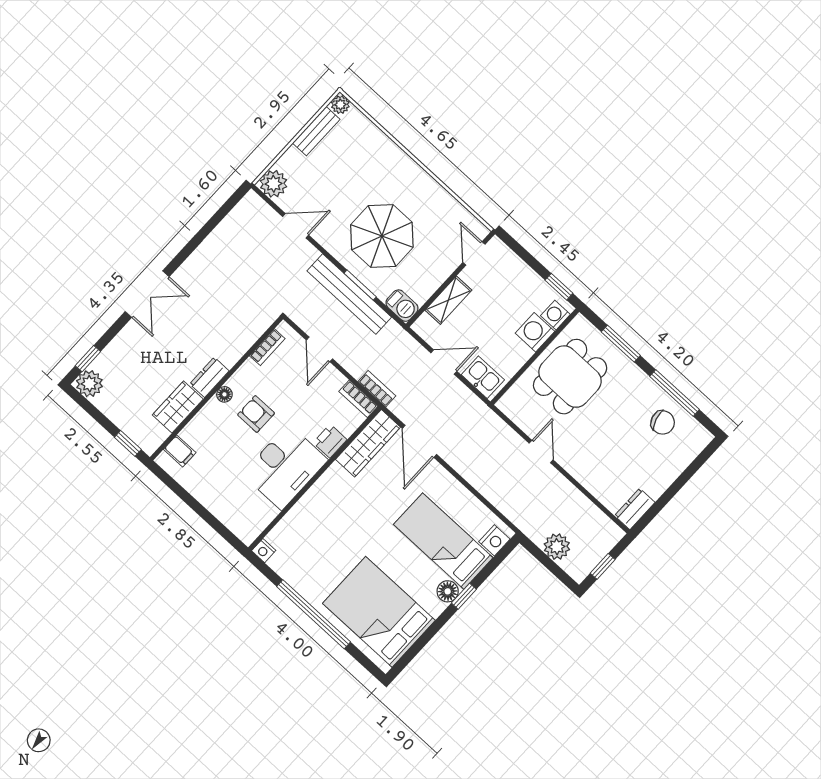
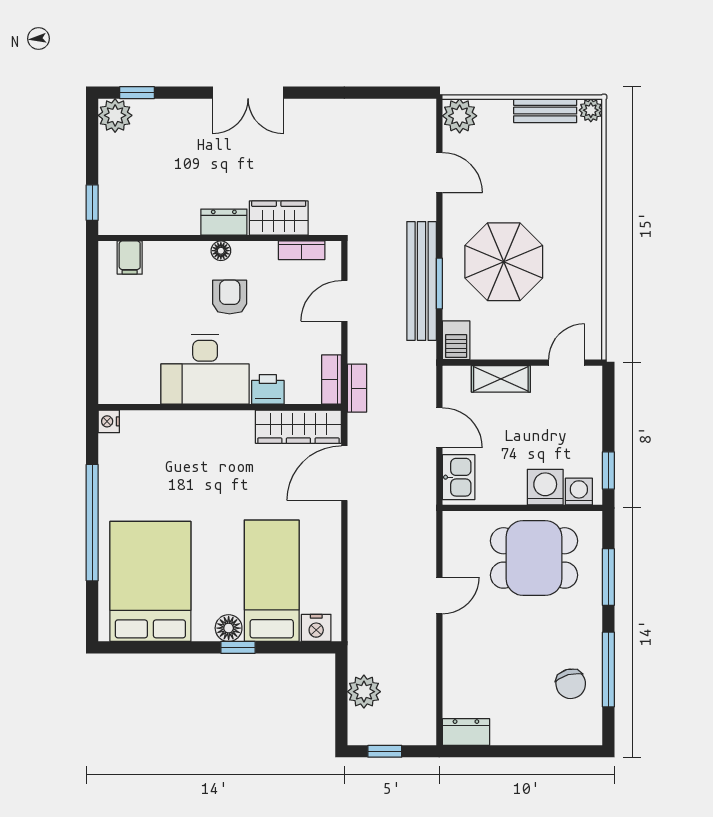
wardrobe: (178, 407) -> (279, 218), moved

